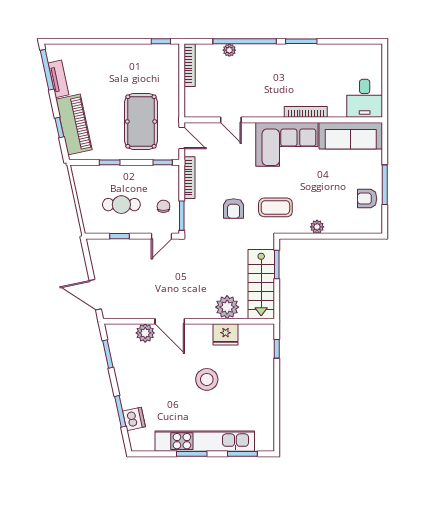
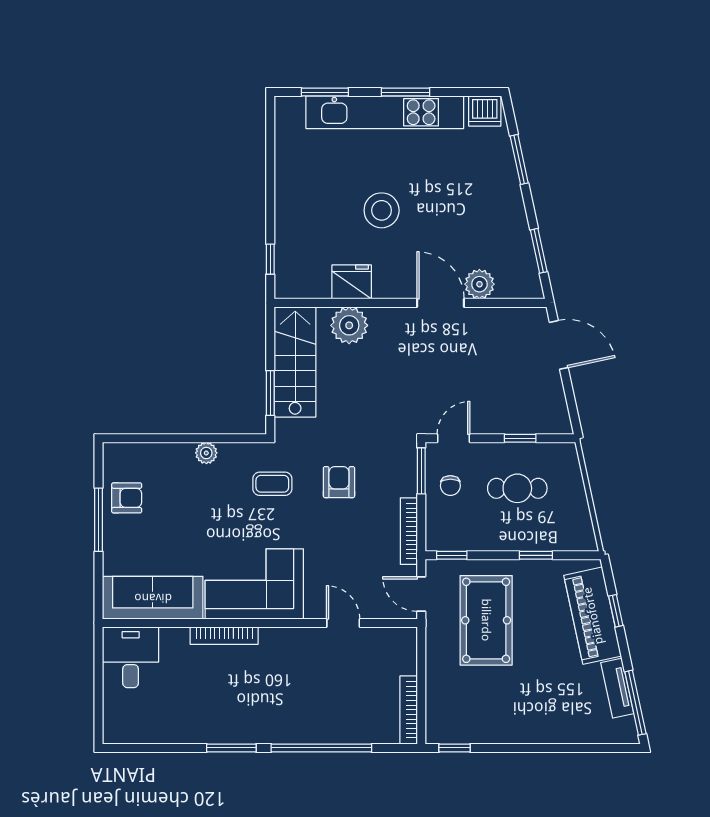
plant: (229, 50) -> (346, 734), removed
coffee table: (275, 207) -> (272, 484), width x0.73, depth x0.77
dishwasher: (134, 419) -> (485, 111), moved, turned -78

